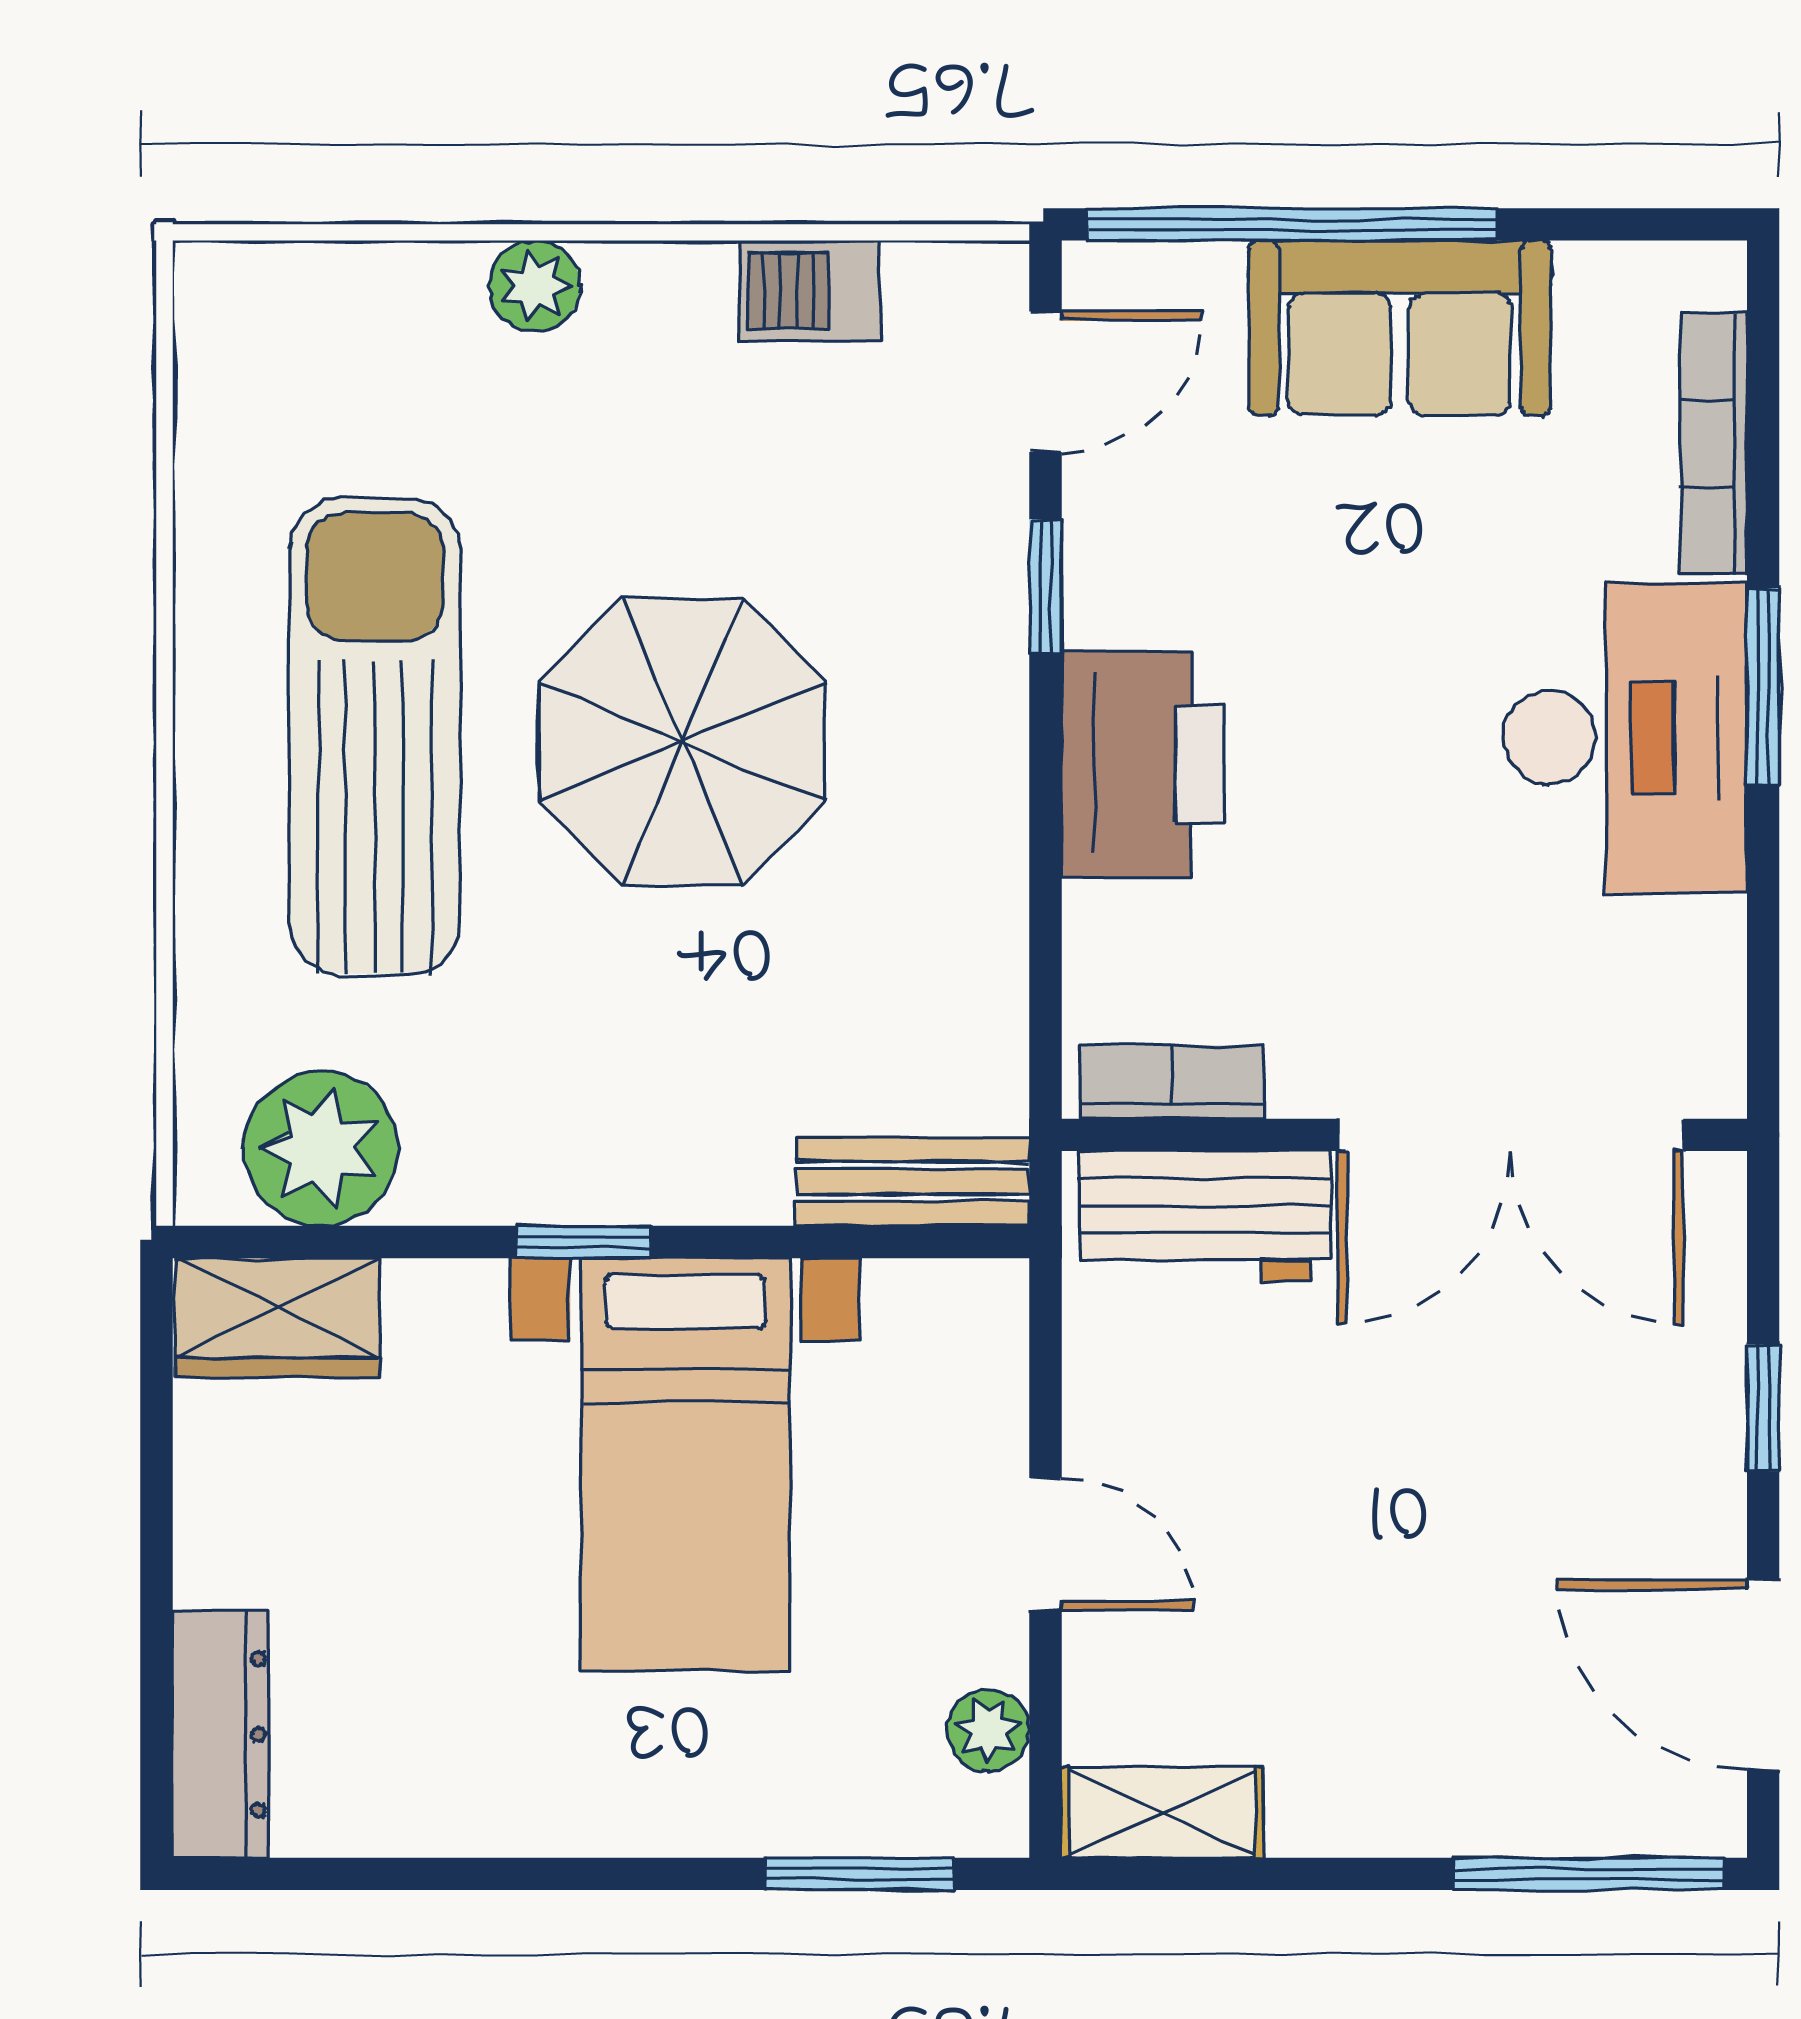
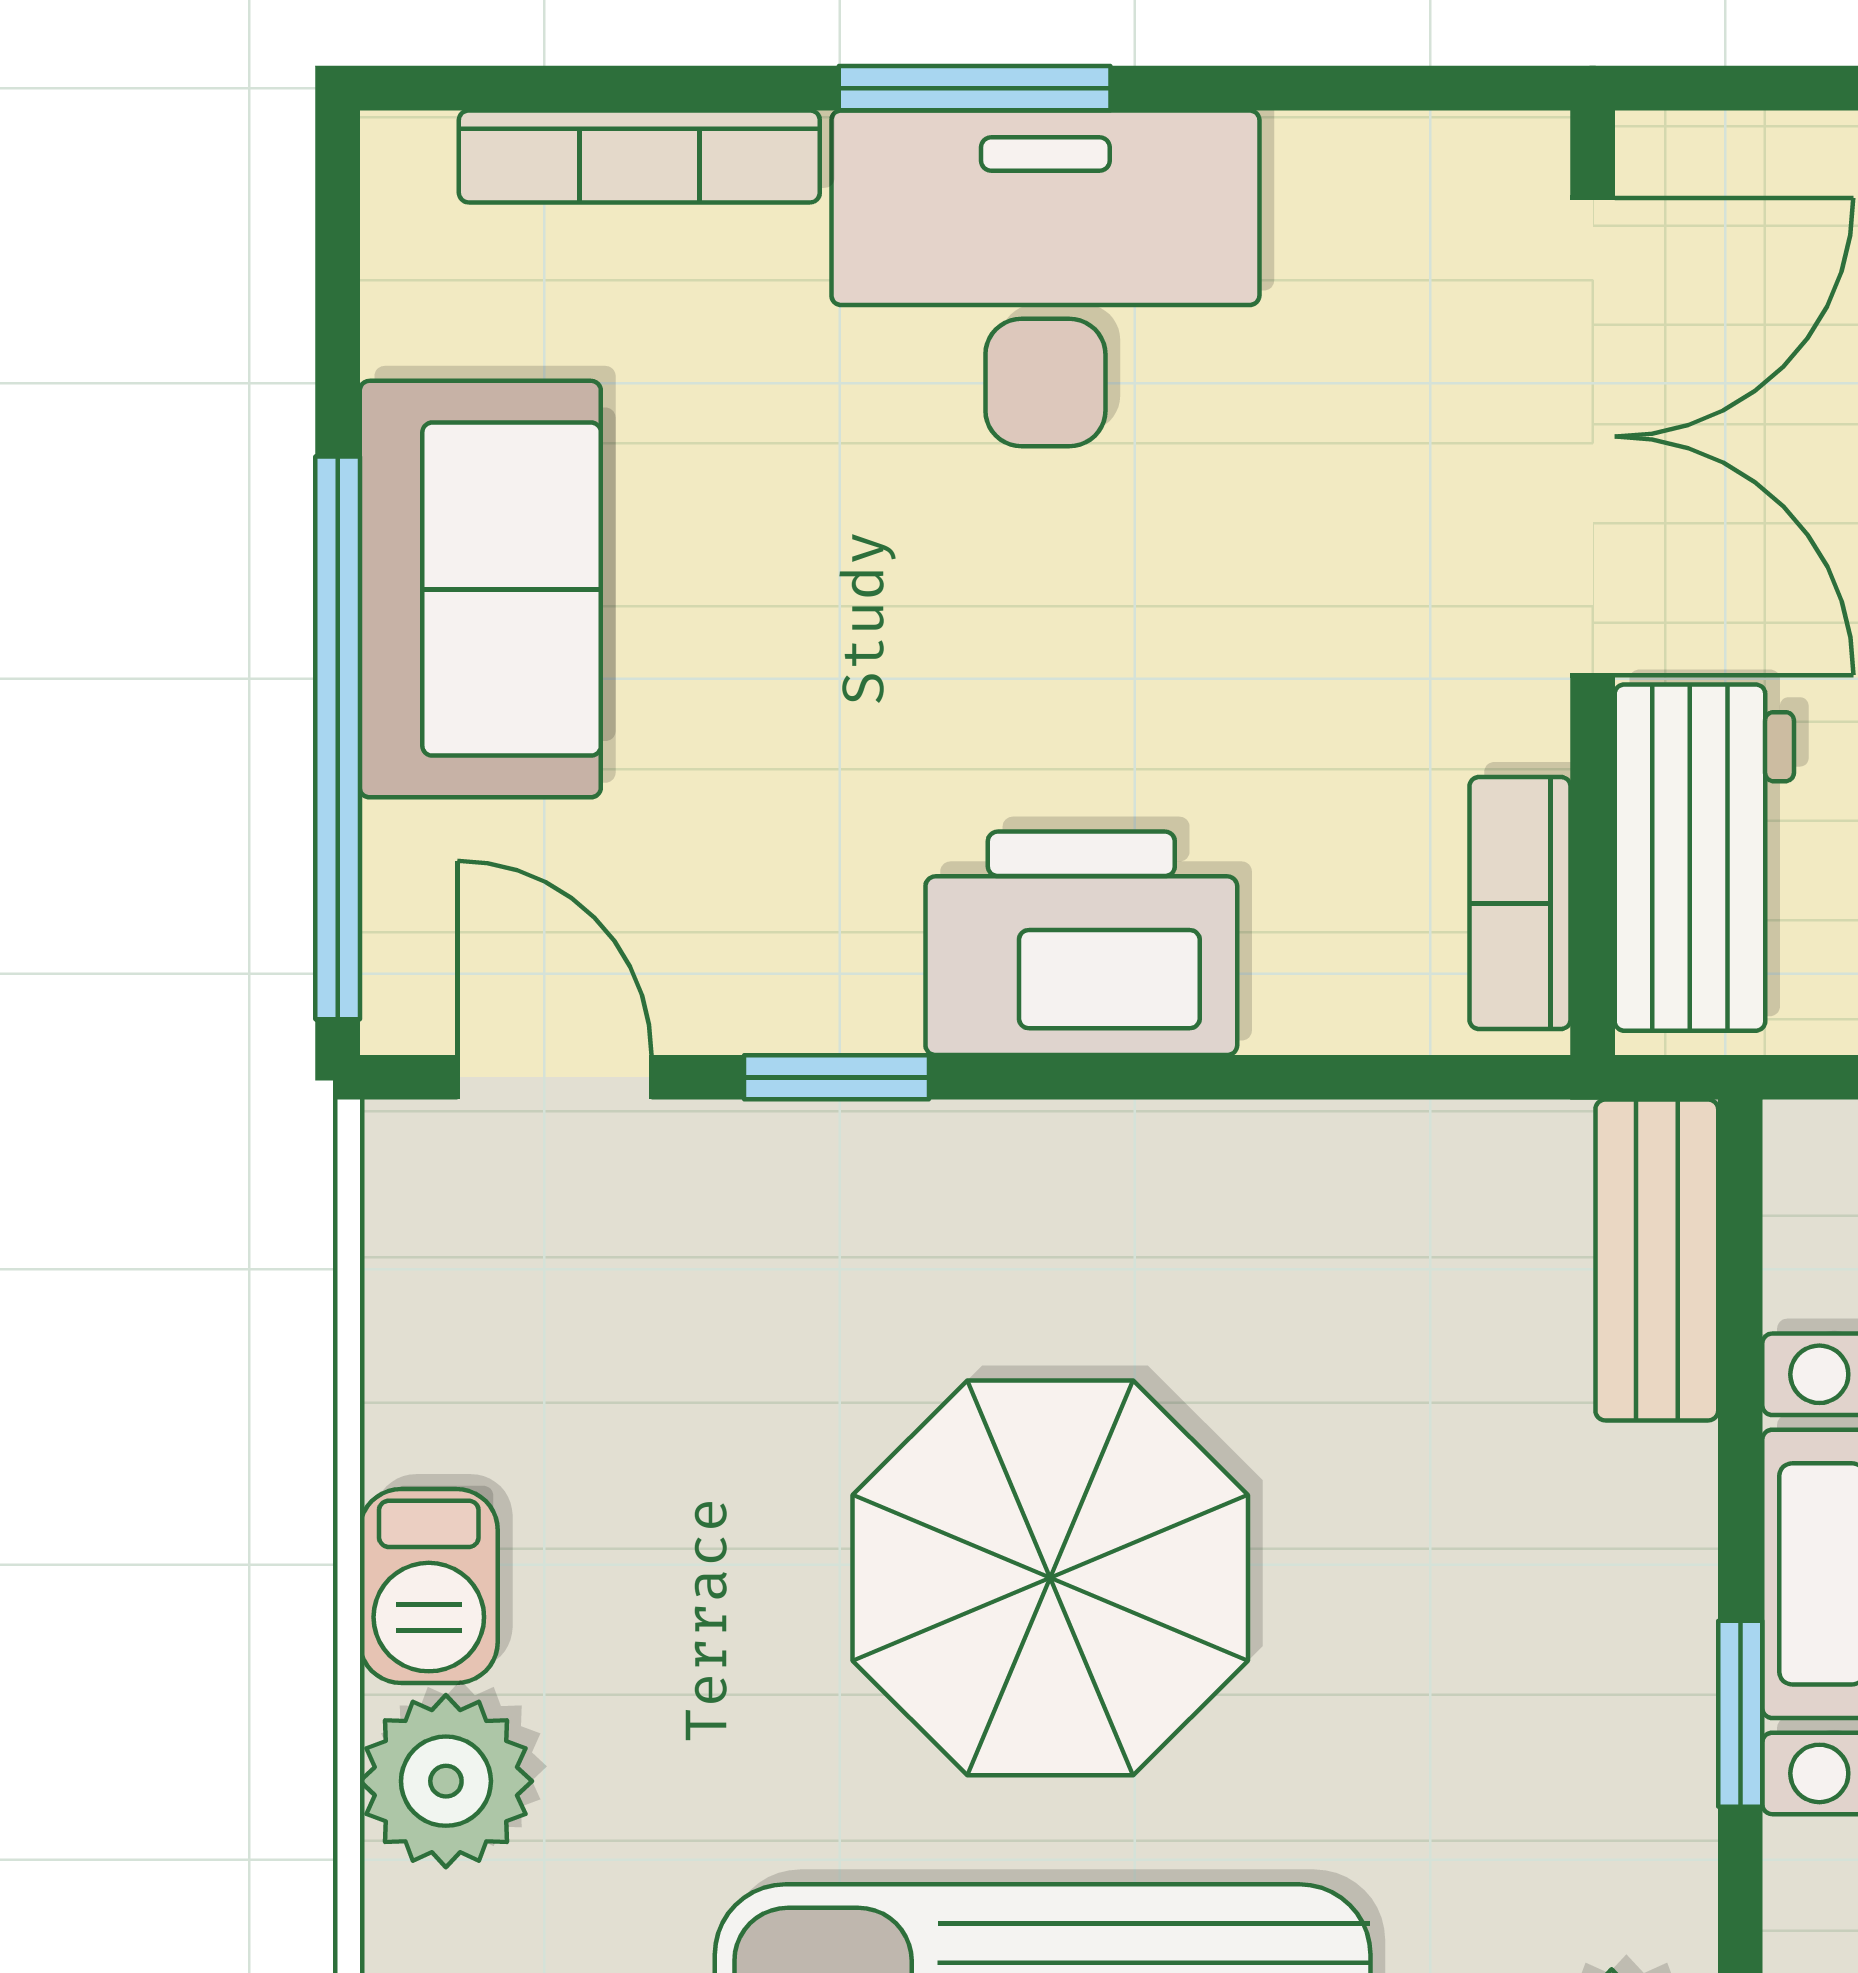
plant: (535, 286) -> (446, 1781), width x1.38, depth x1.38
barbecue: (810, 291) -> (429, 1586), moved

